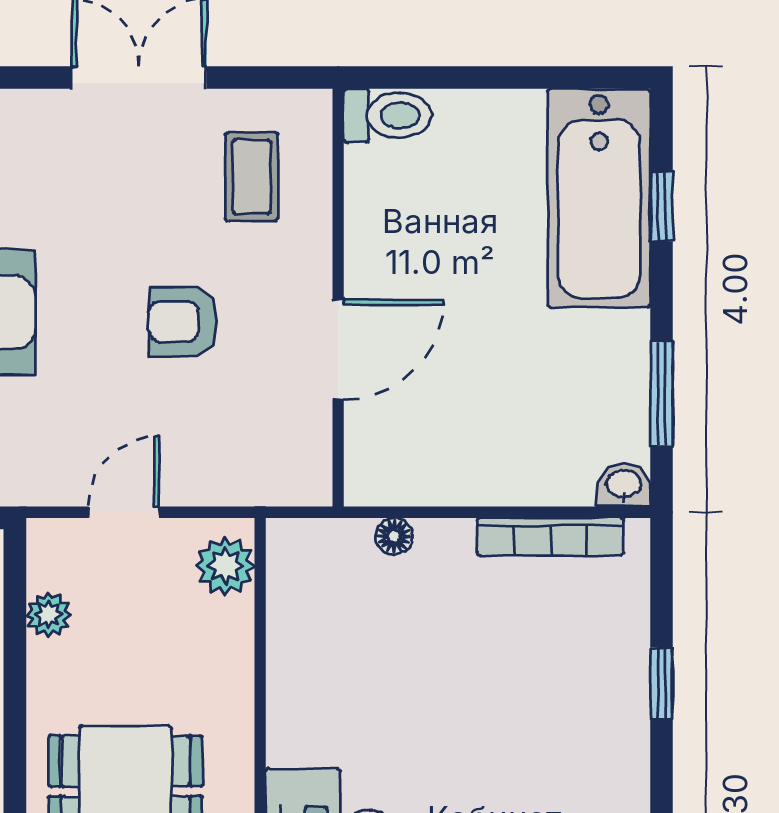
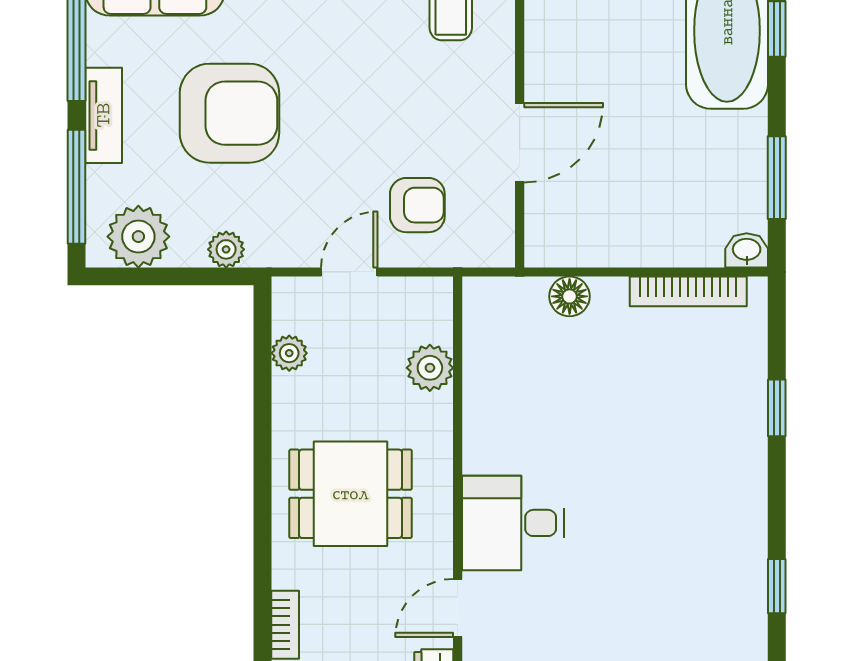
armchair: (183, 322) -> (417, 205), moved, turned 180
floor lamp: (394, 536) -> (570, 296), width x1.37, depth x1.37
plant: (225, 566) -> (430, 368), moved

